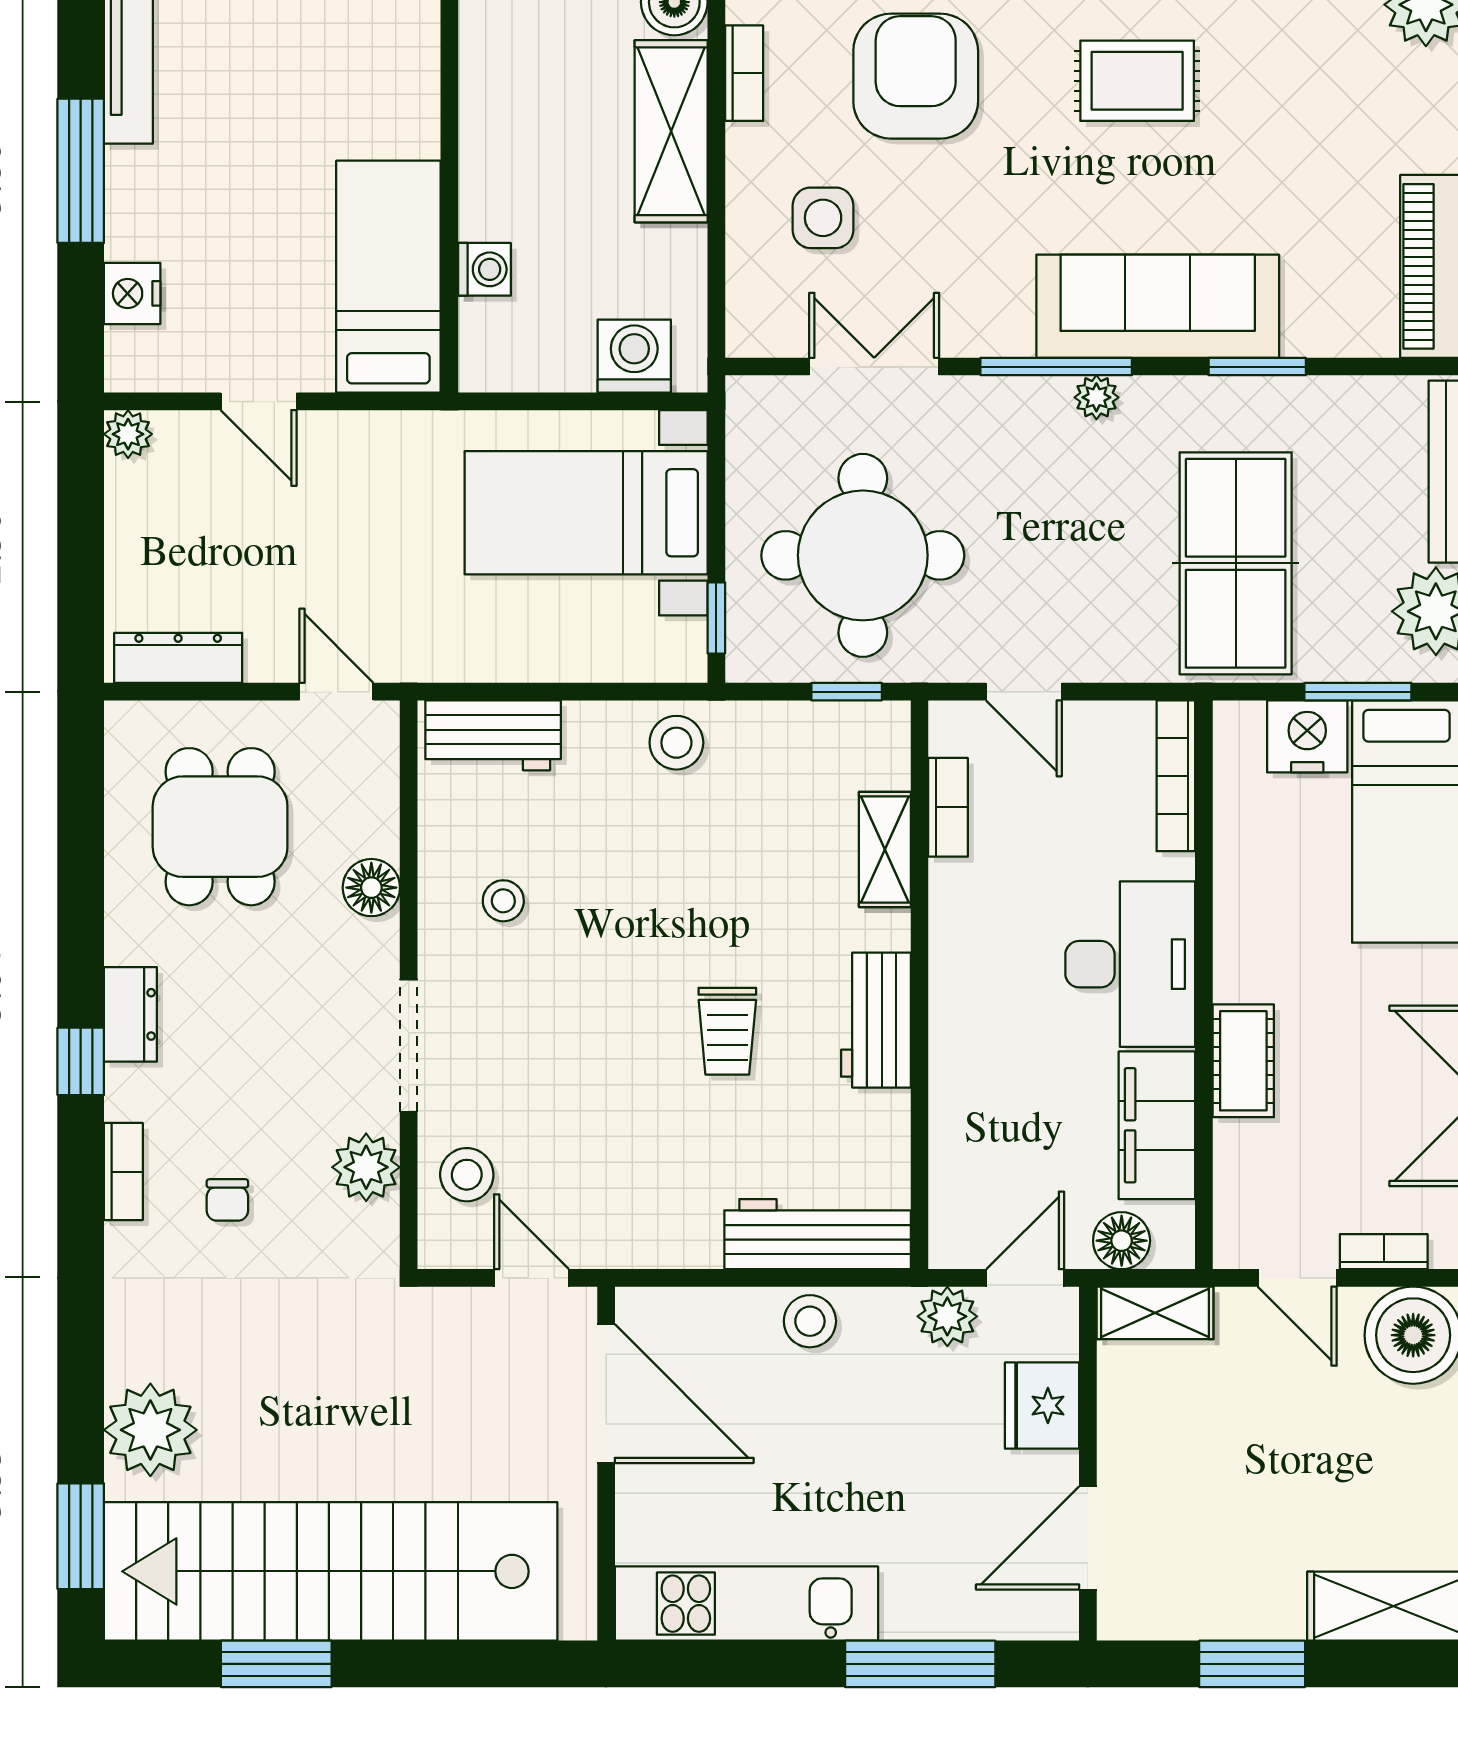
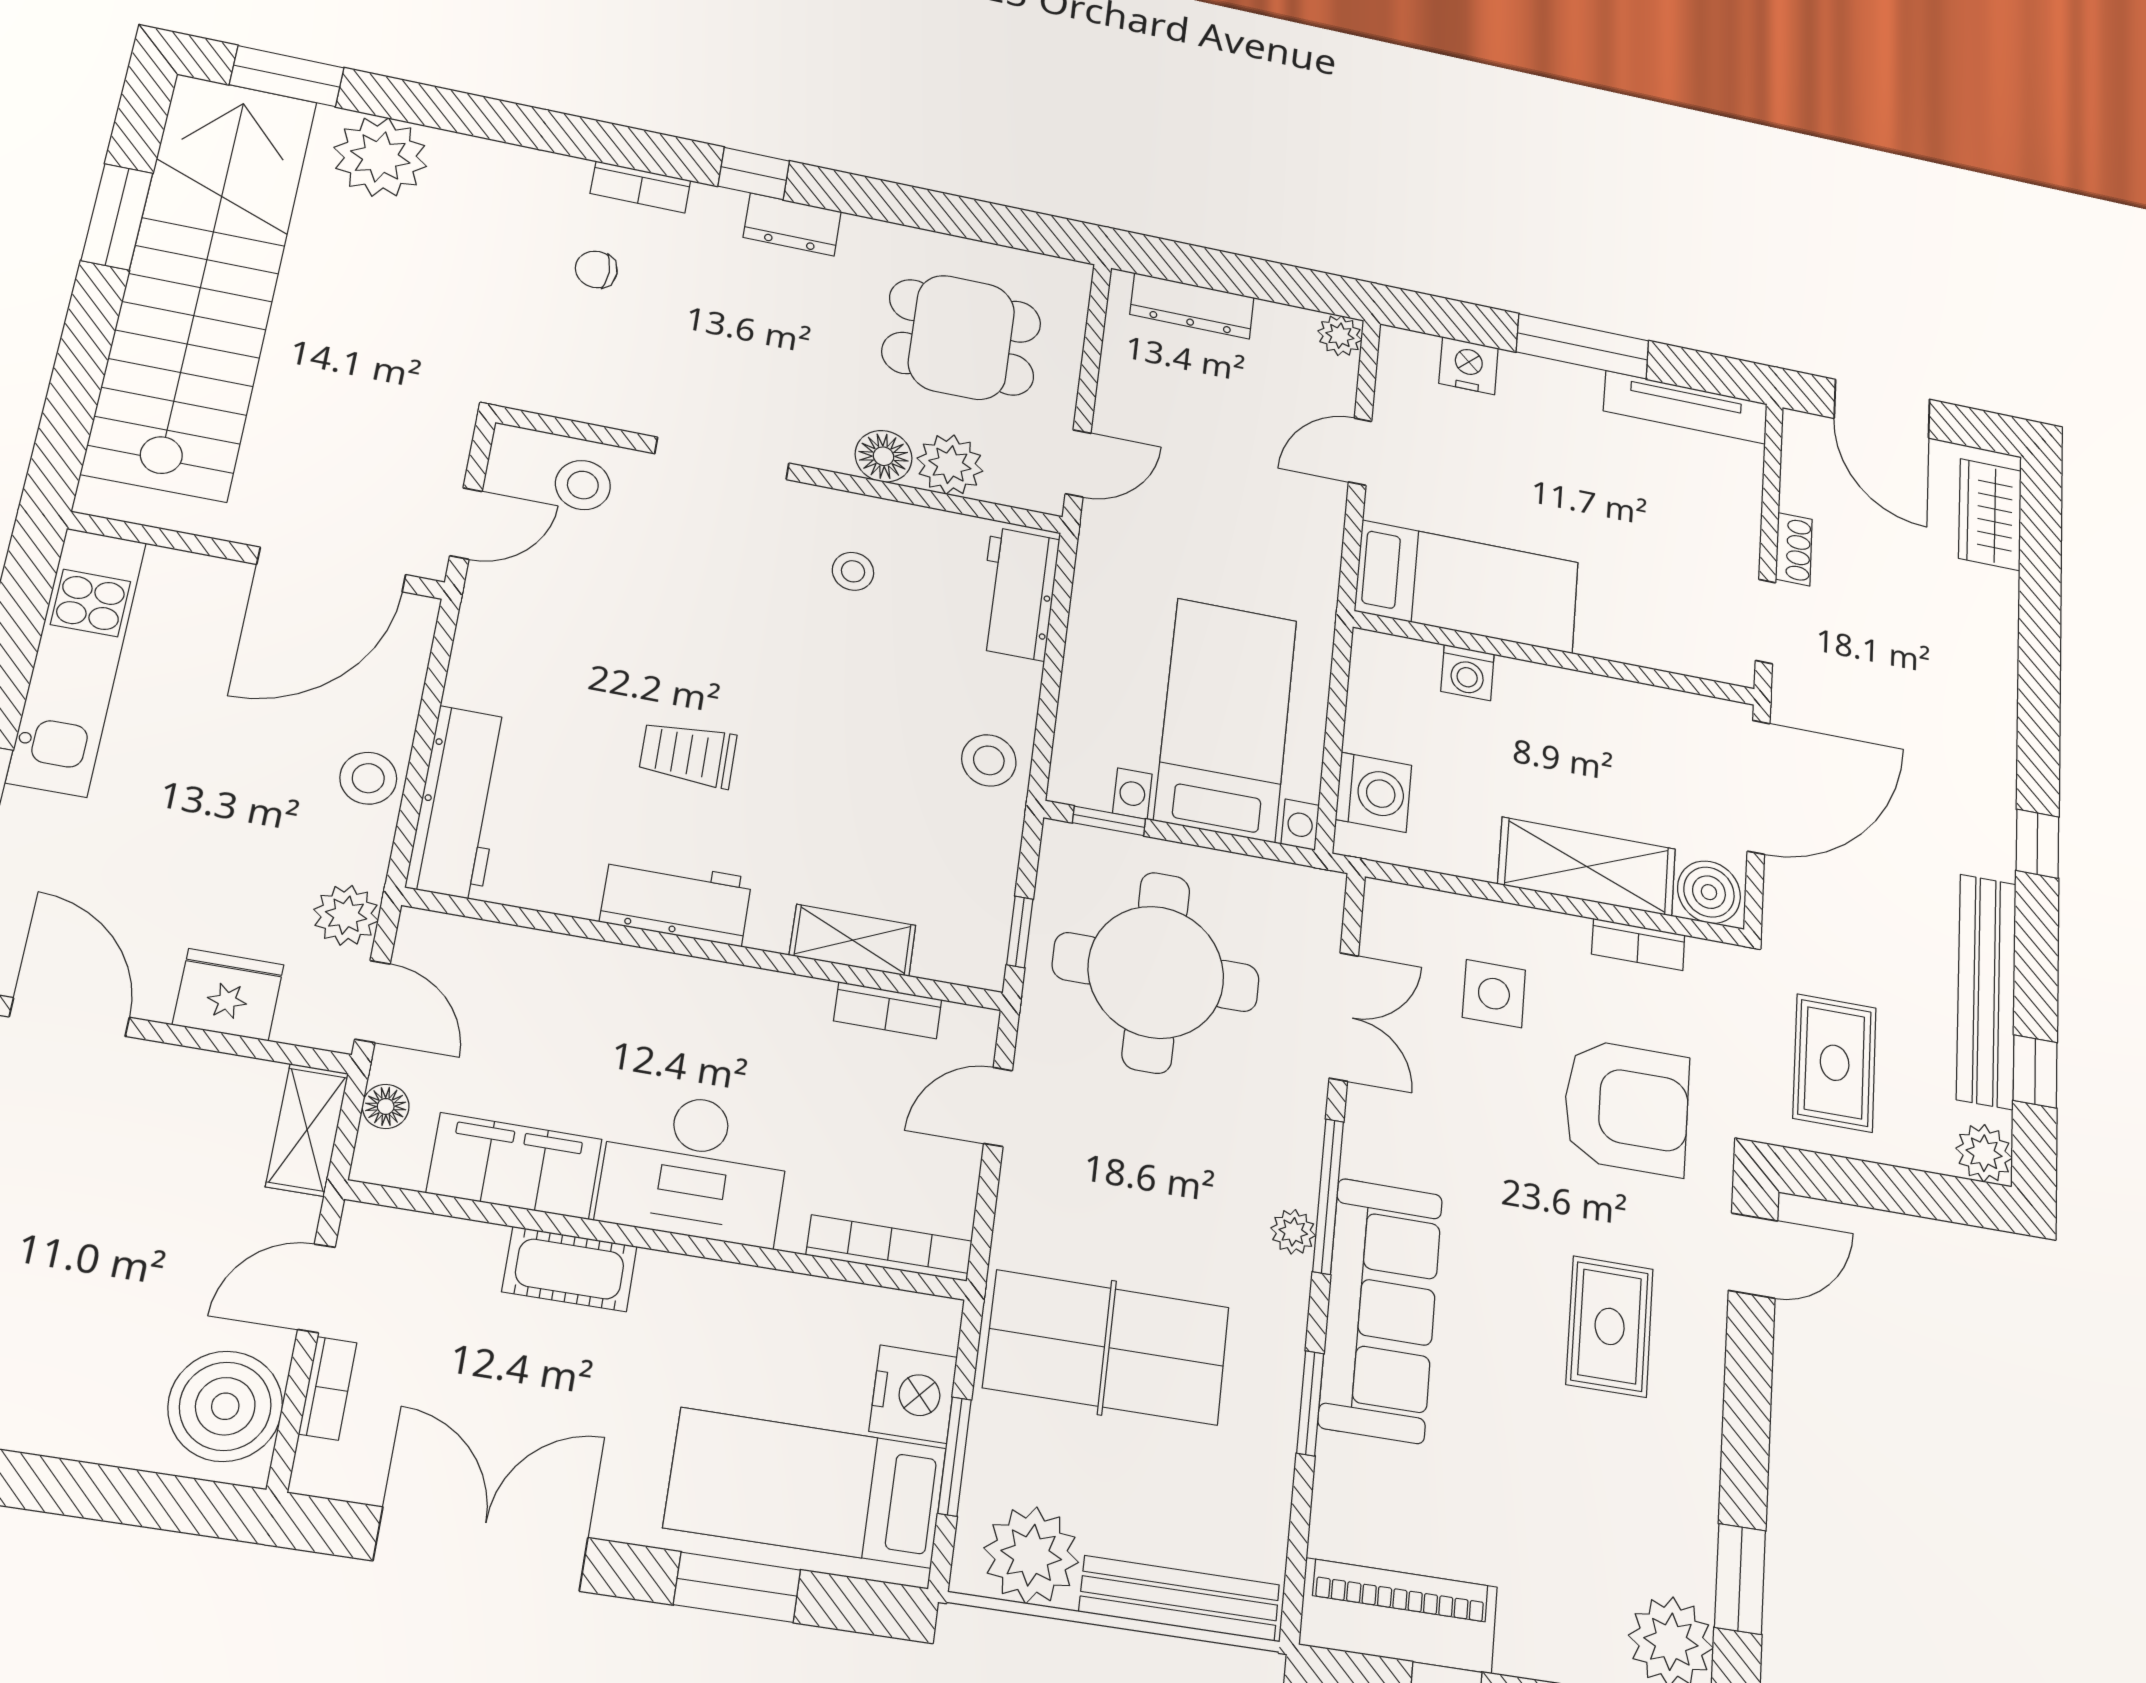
dresser: (178, 658) -> (1192, 306), moved, turned 90
plant: (366, 1167) -> (950, 465), moved
floor lamp: (1122, 1241) -> (386, 1106), width x0.73, depth x0.73

